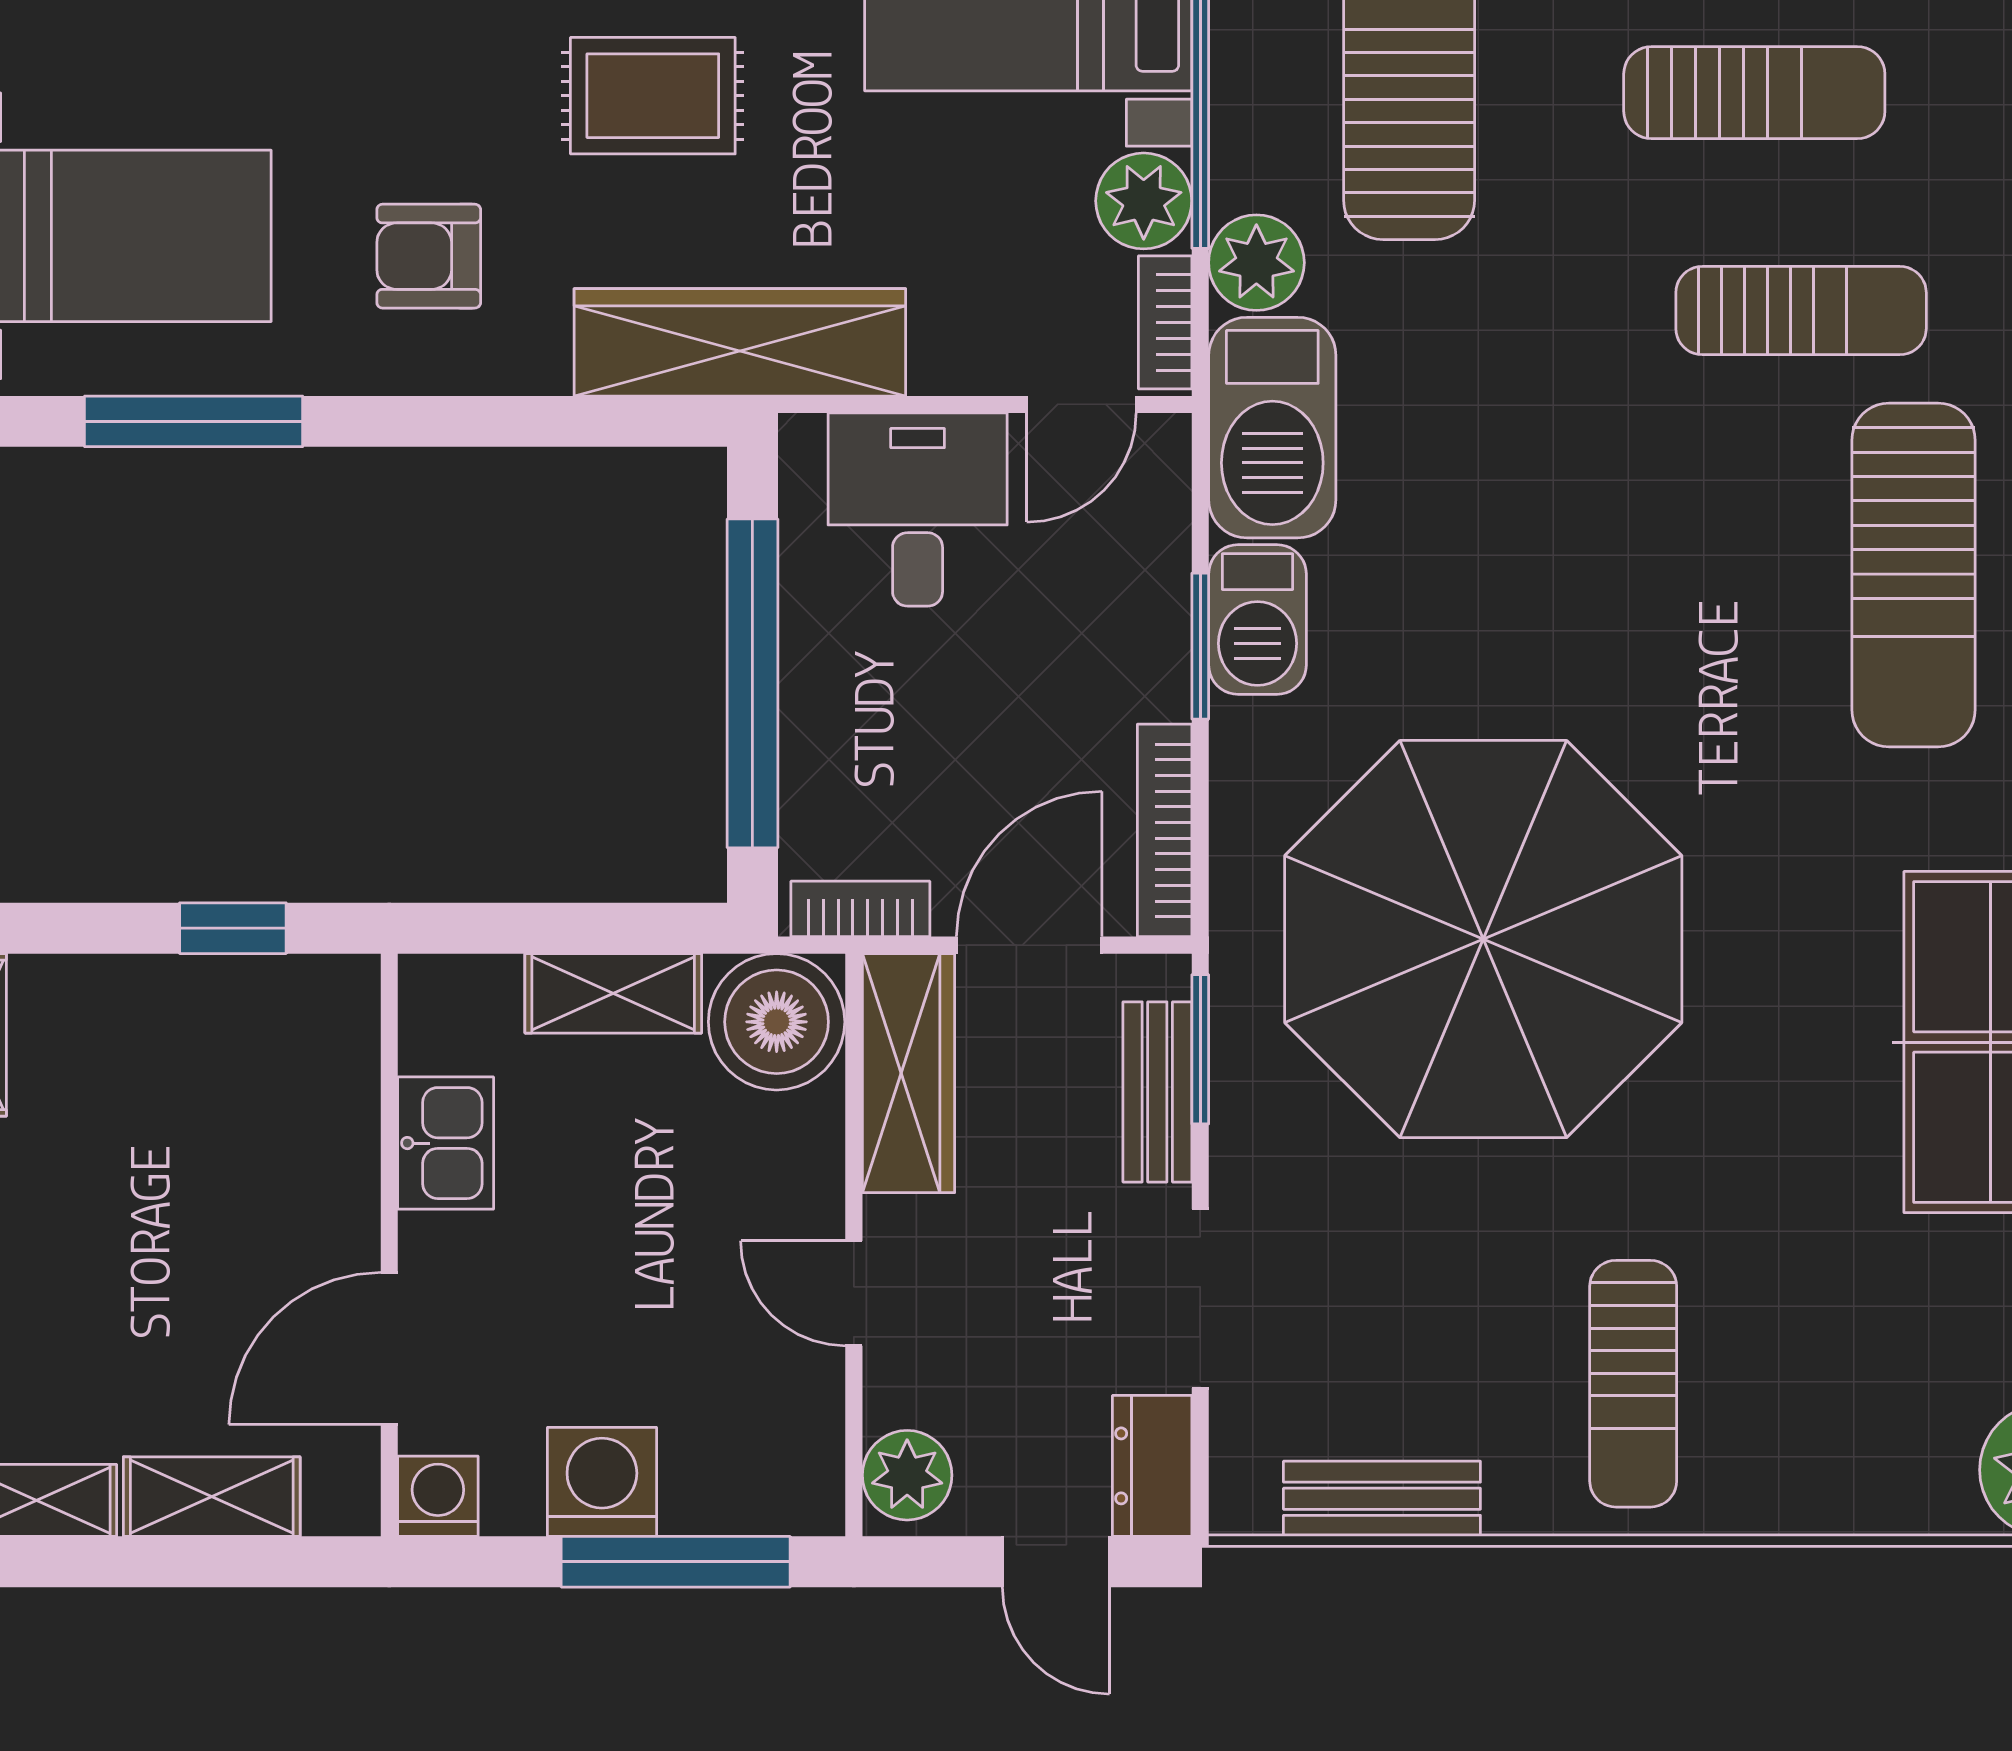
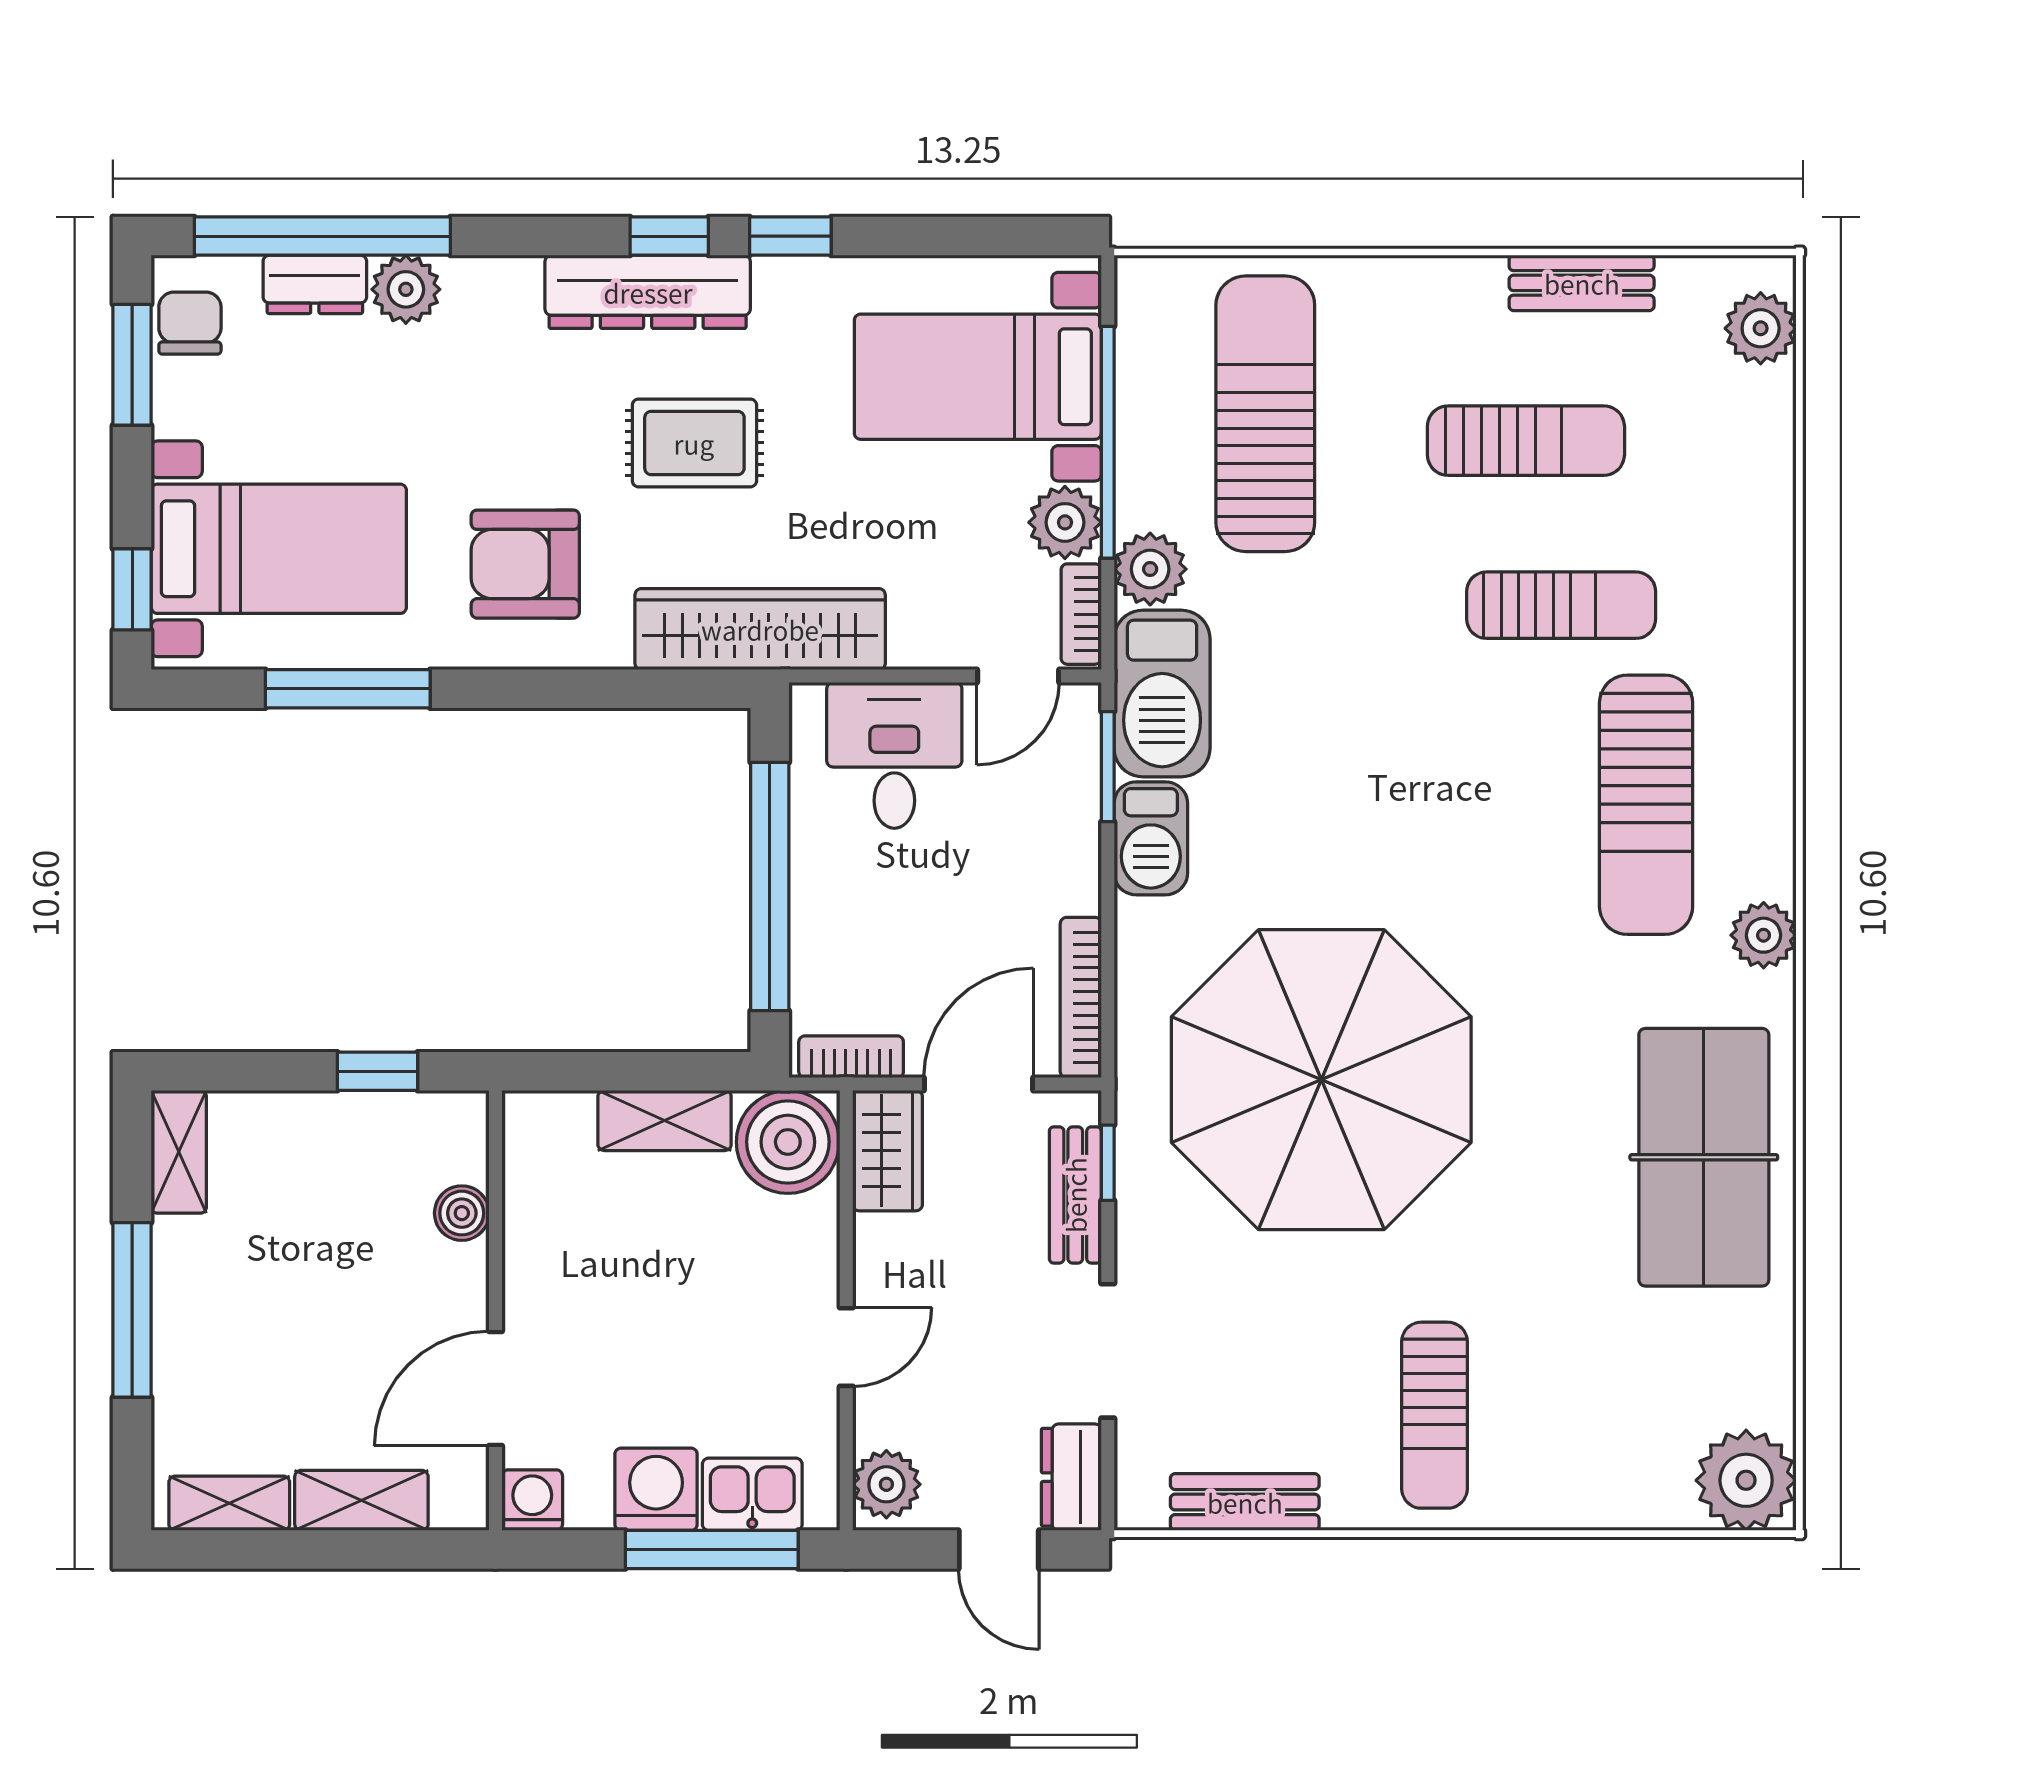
armchair: (429, 256) -> (525, 564), width x1.38, depth x1.38
window: (1200, 646) -> (1108, 767), moved
window: (1200, 1049) -> (1108, 1163), width x0.67
wardrobe: (909, 1073) -> (887, 1151), width x0.67
boiler: (345, 1116) -> (462, 1213), added
kitchen sink: (446, 1143) -> (752, 1494), moved, turned -90
door: (854, 1293) -> (846, 1347), swing flipped

